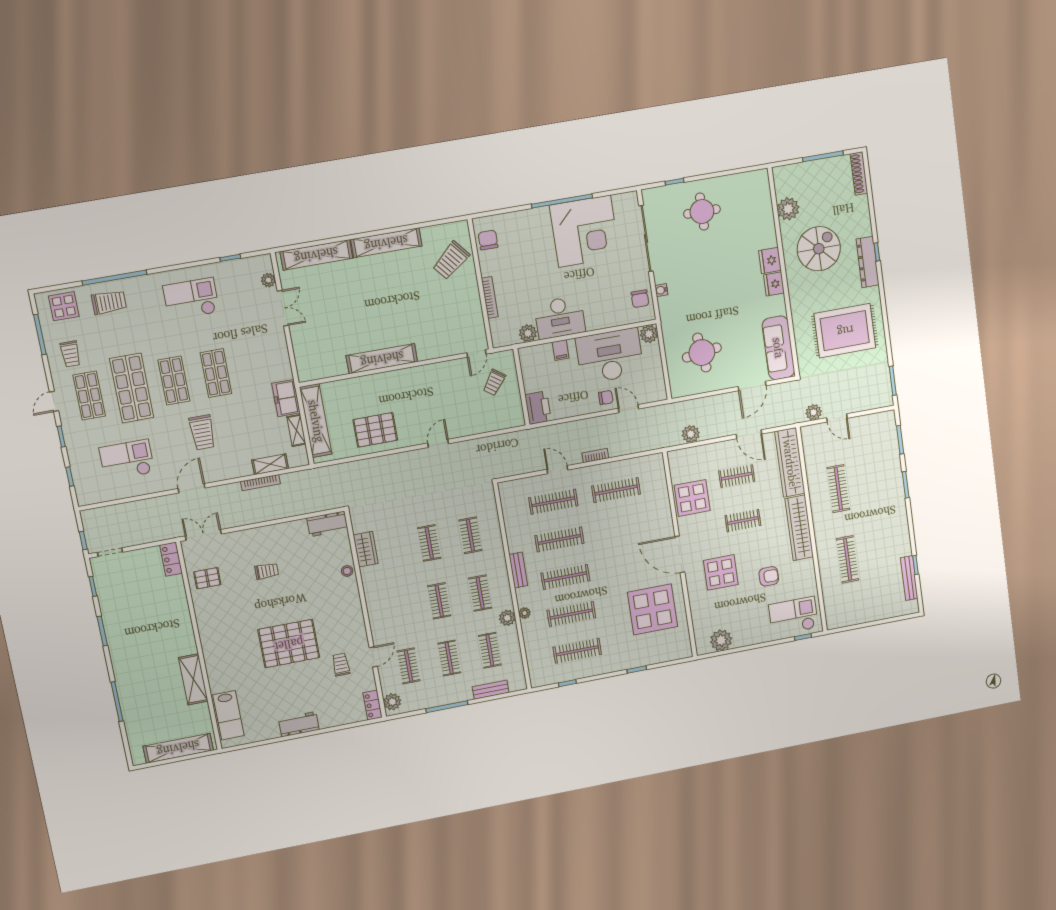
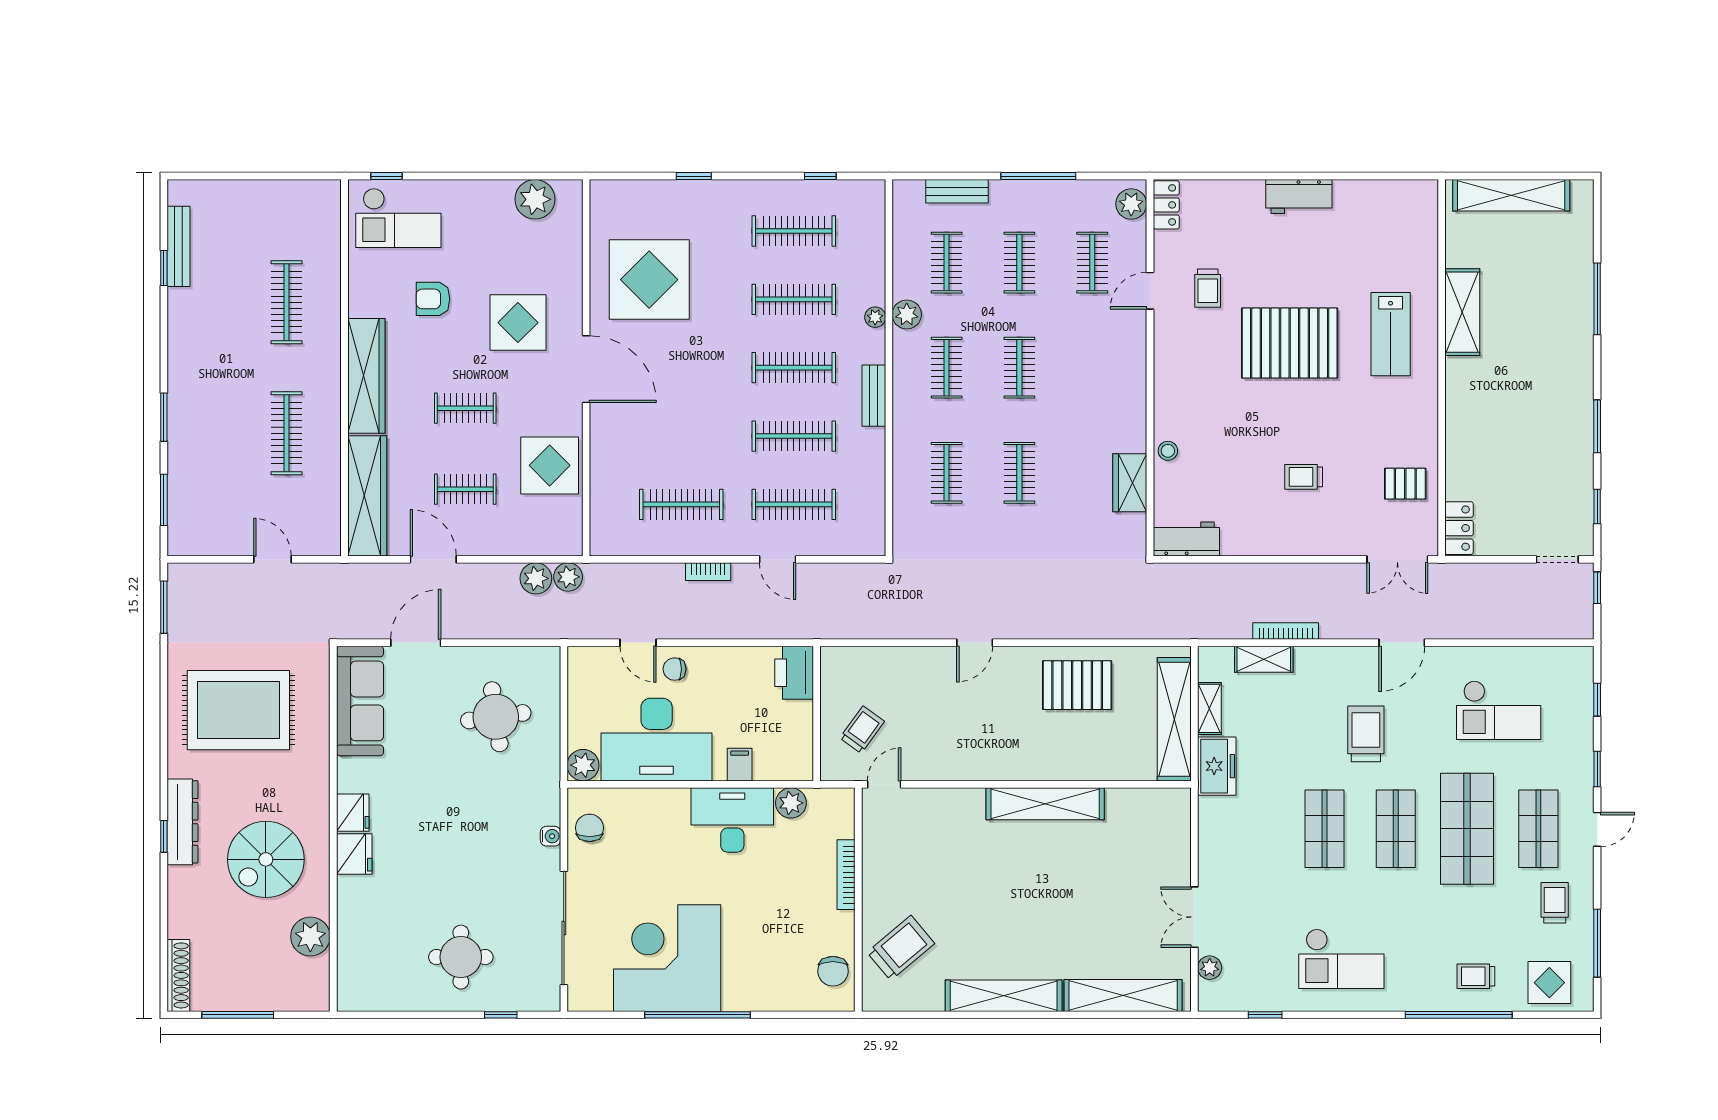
trolley: (109, 302) -> (1476, 976), width x0.73, depth x0.72
plant: (814, 412) -> (568, 577), moved
lab bench: (228, 715) -> (1391, 334), moved, turned 180

